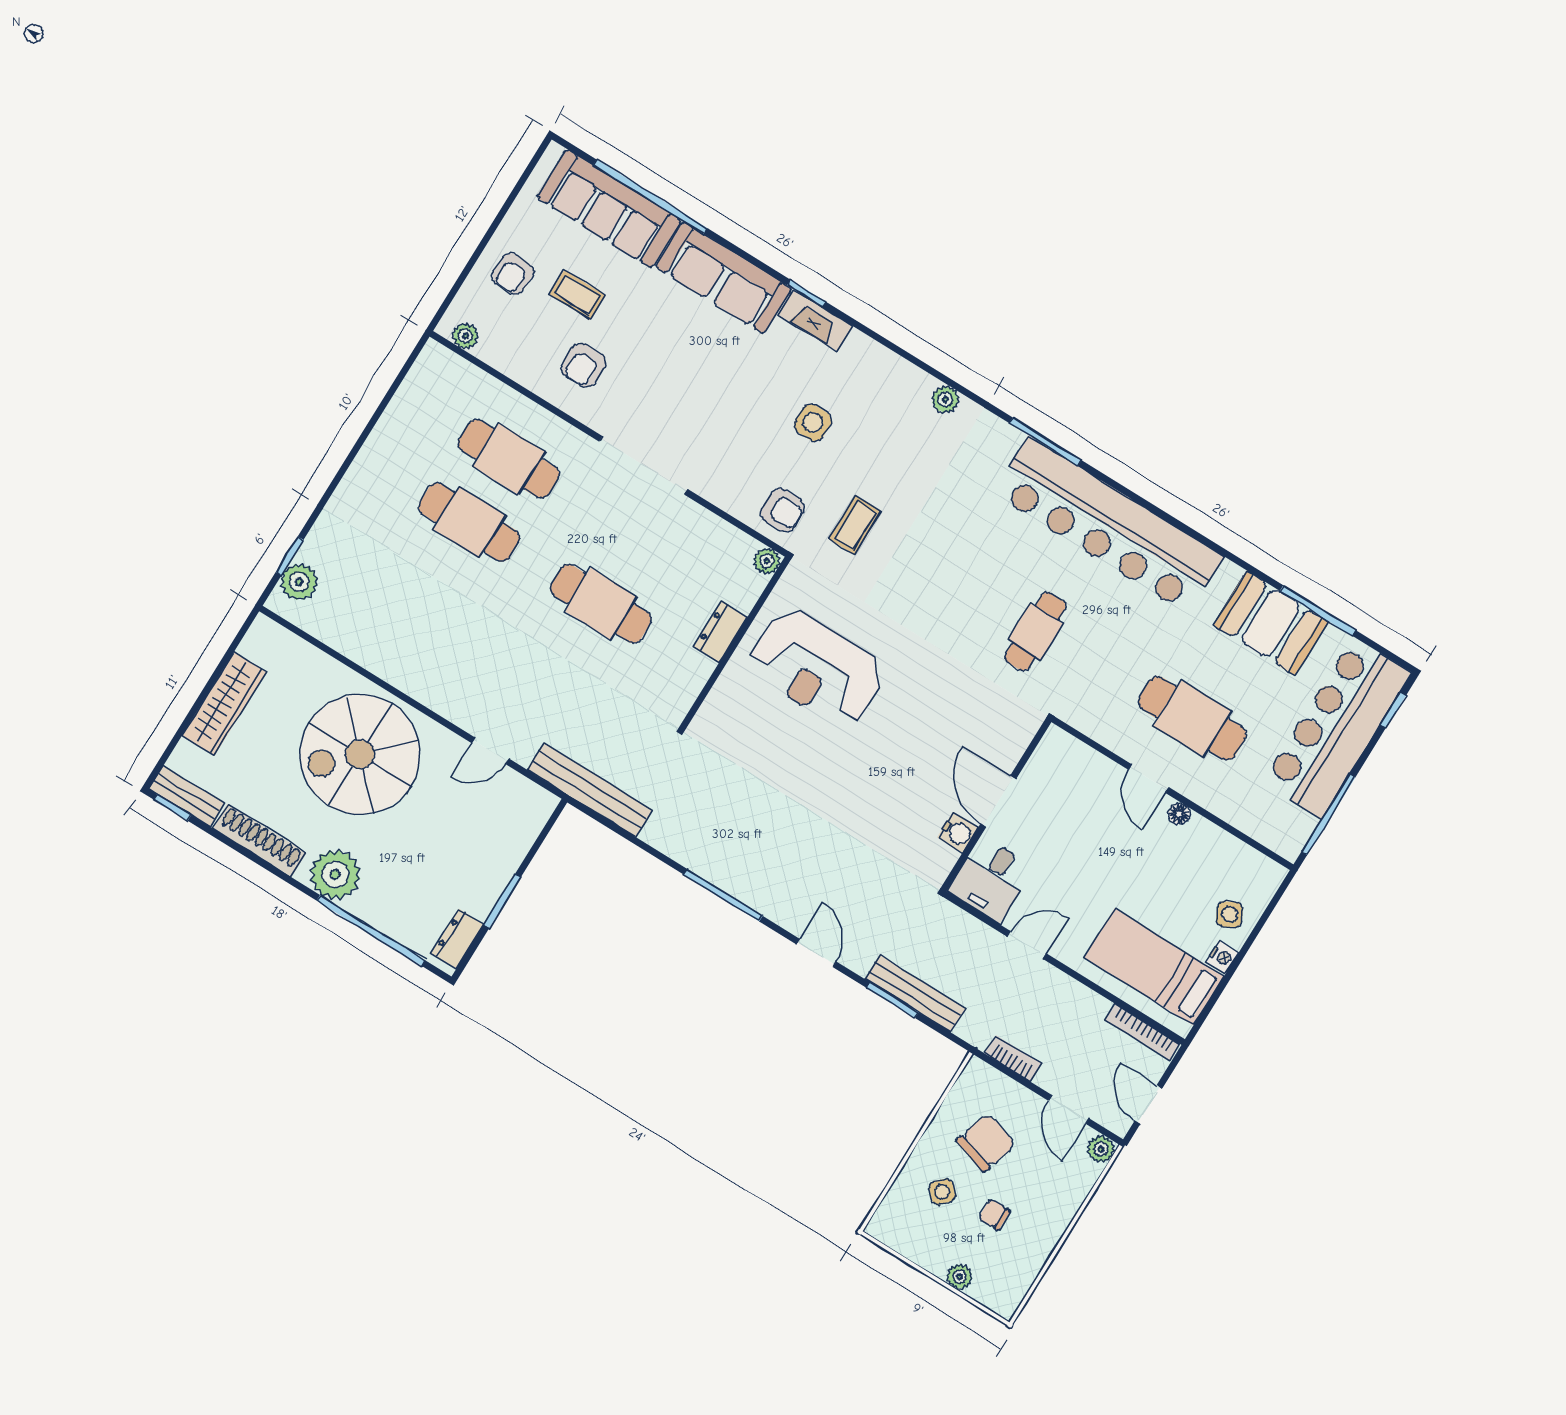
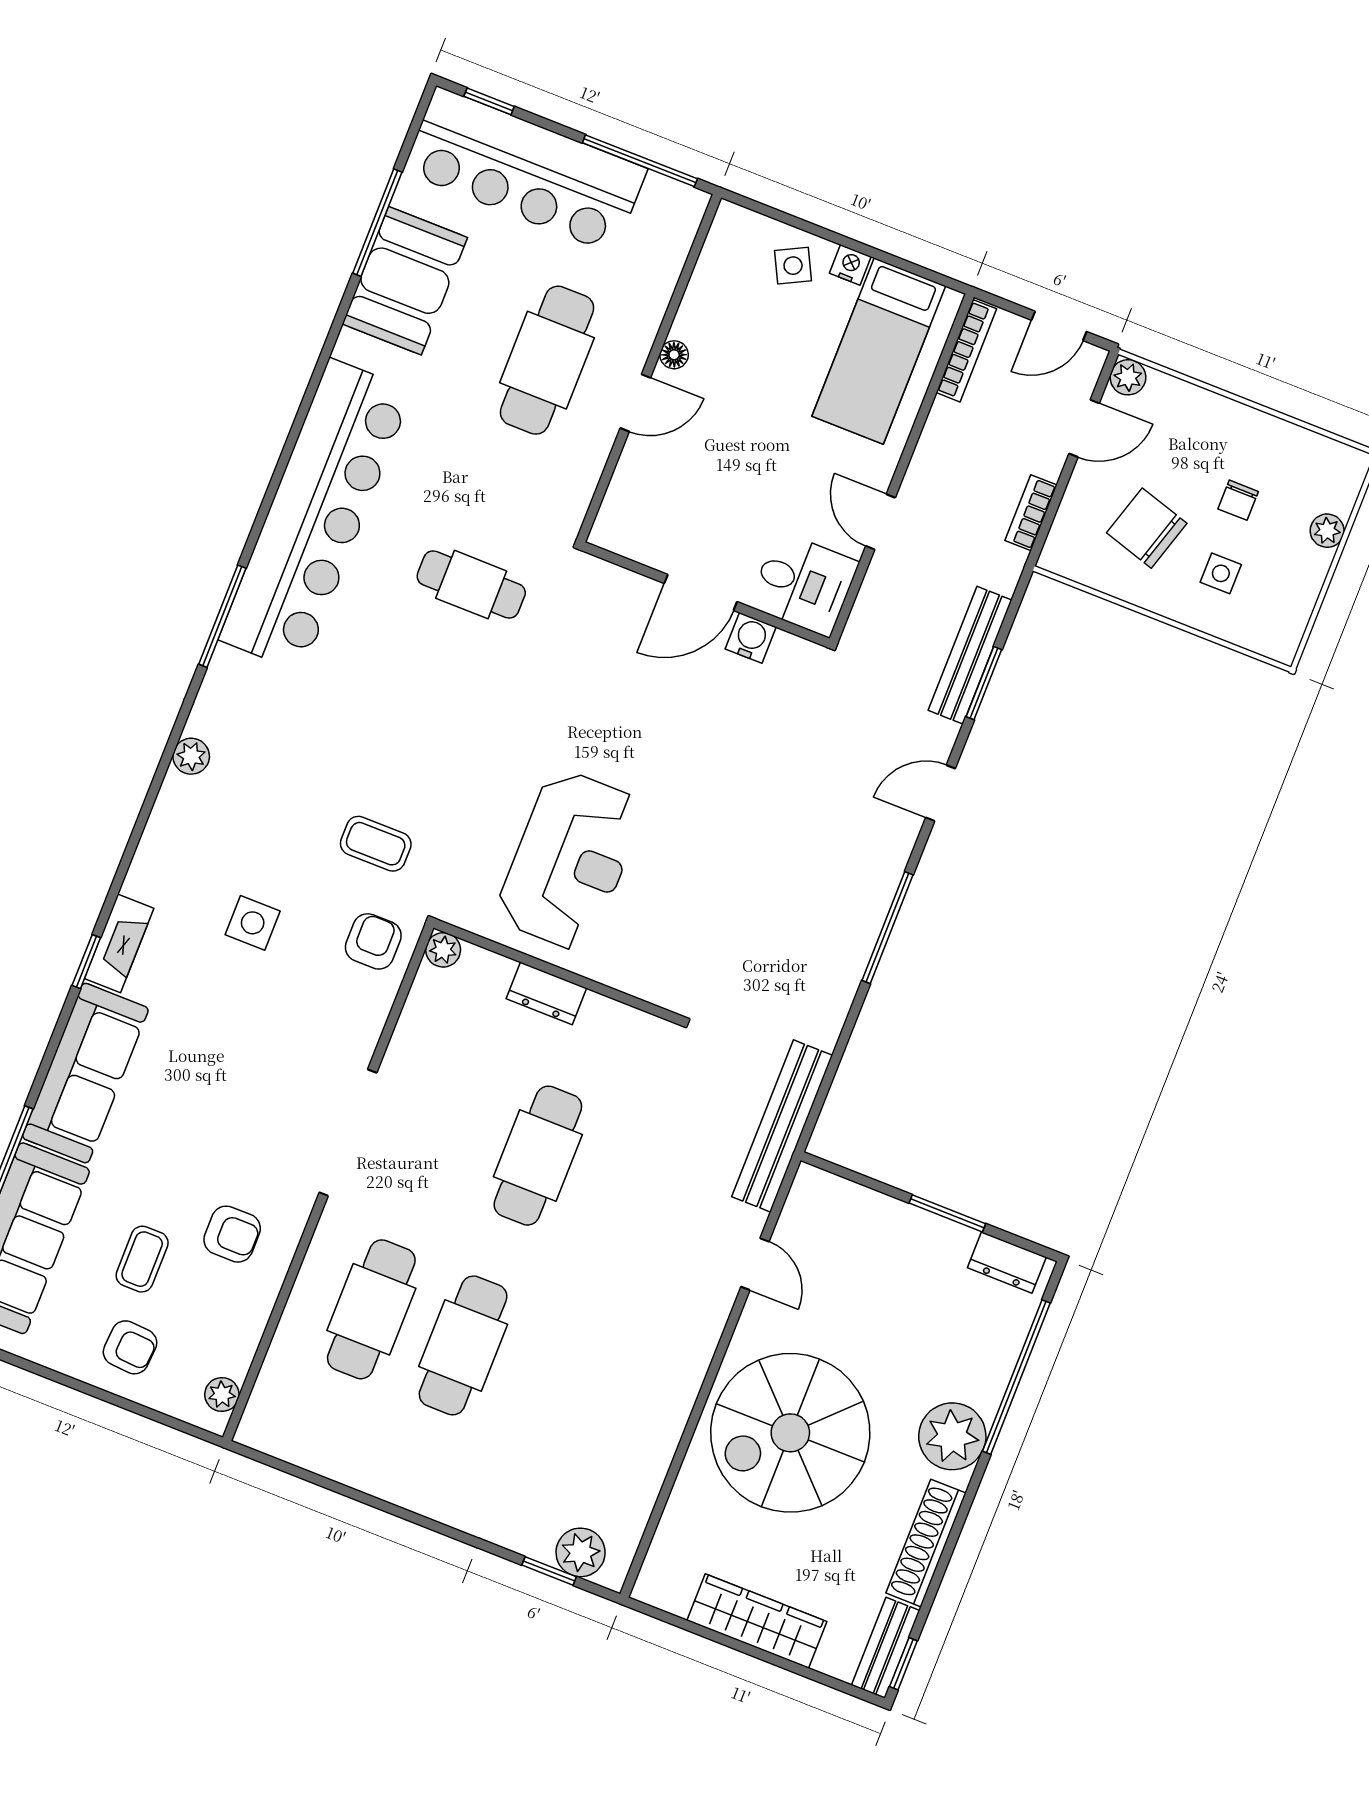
spiral stairs: (360, 754) -> (790, 1433), turned 90
side table: (942, 1192) -> (1221, 573), turned 45

